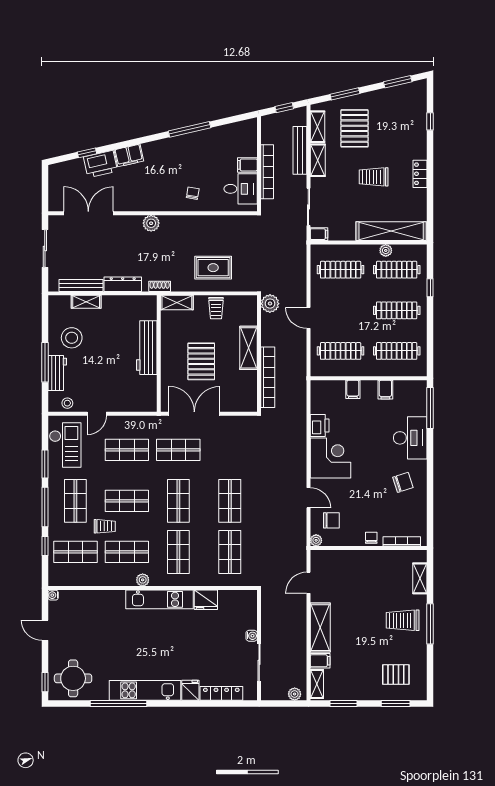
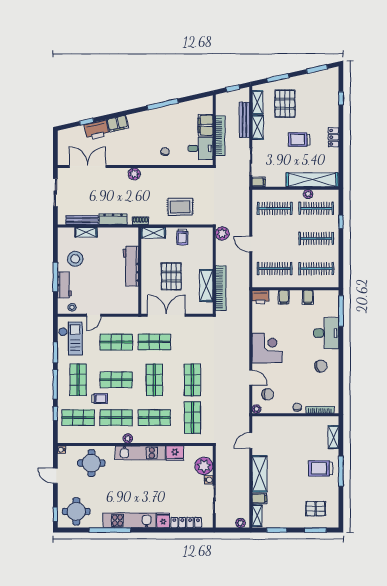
filing cabinet: (247, 165) -> (206, 125), width x2.00
shelving: (249, 348) -> (206, 285), moved
printer: (320, 425) -> (260, 297), moved, turned 90
shop shelf: (178, 552) -> (154, 418), turned 90
round table: (93, 613) -> (91, 463), added
plant: (245, 617) -> (204, 466), added

